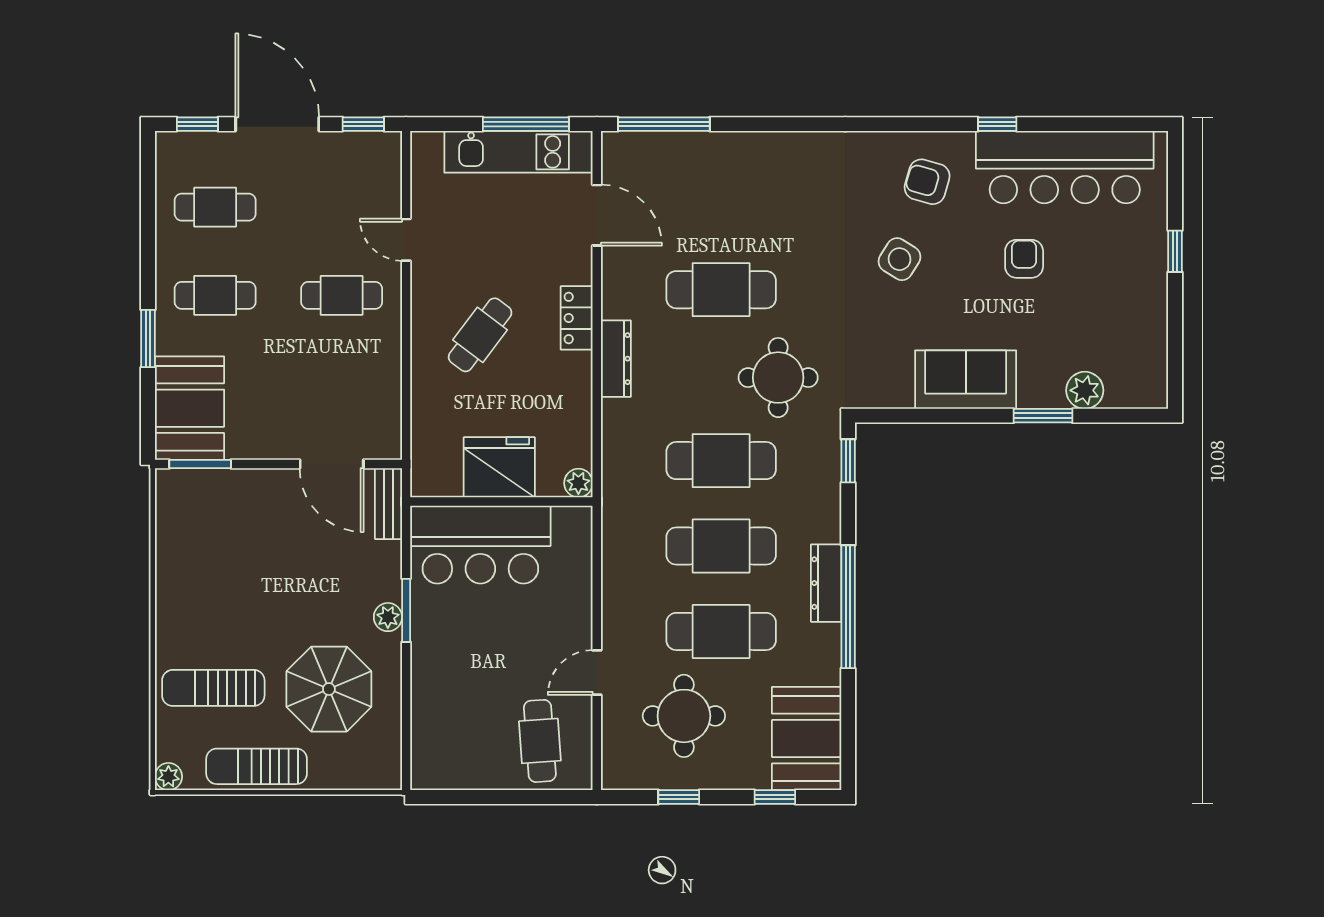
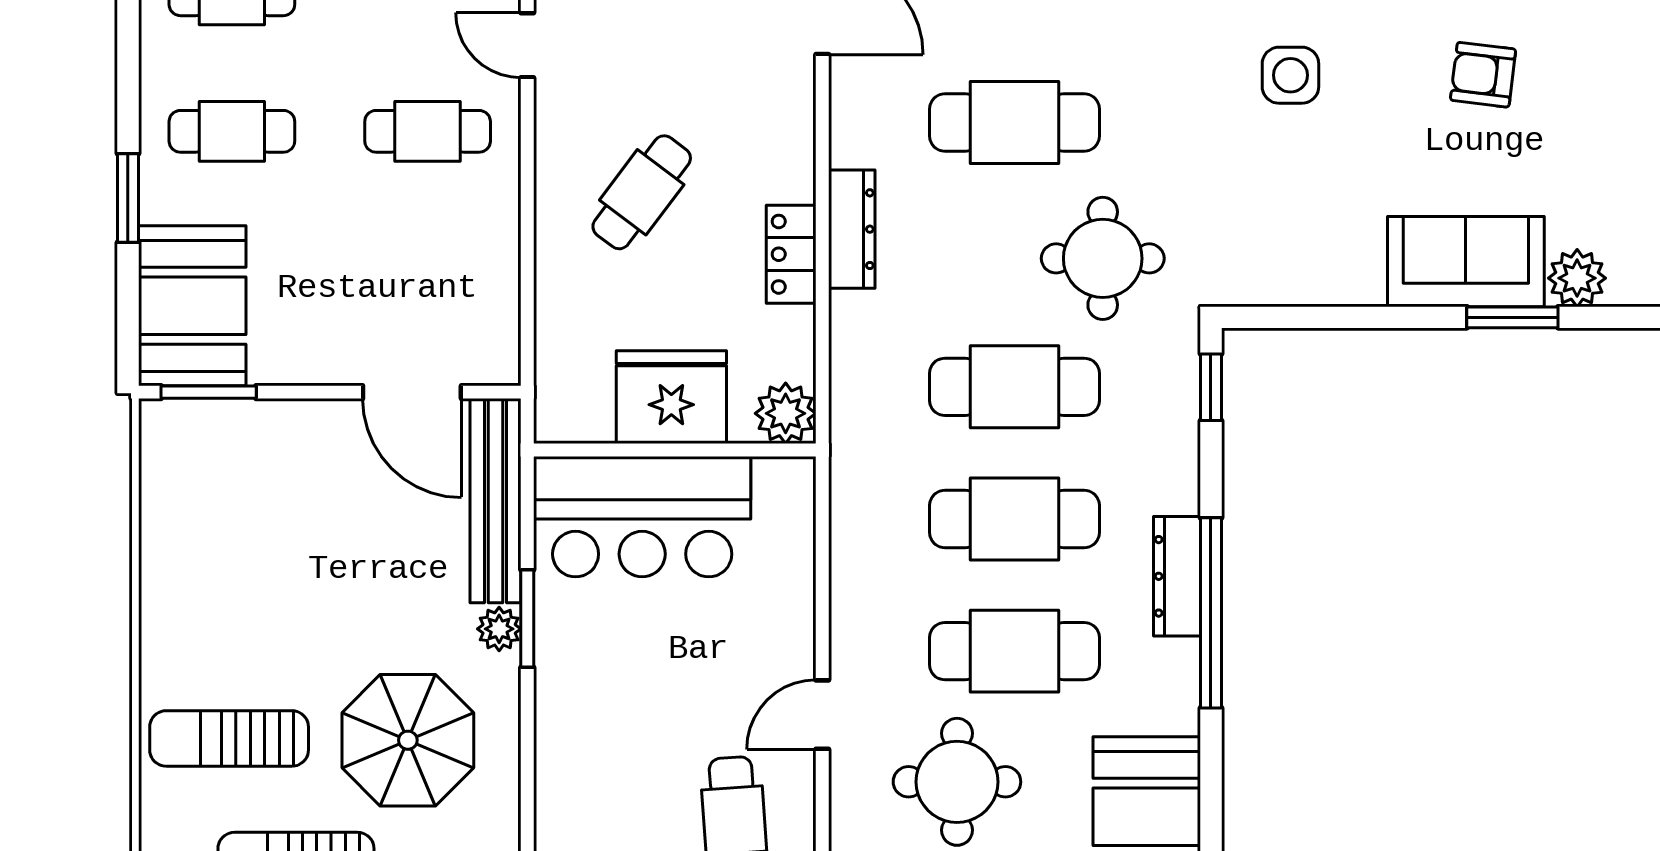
side table: (900, 259) -> (1290, 75), turned -32
armchair: (1024, 259) -> (1483, 75), turned -83
locker: (577, 318) -> (791, 254), moved
sofa: (966, 380) -> (1466, 262), moved
plant: (578, 483) -> (786, 413), width x1.38, depth x1.38
bench: (388, 504) -> (496, 501), width x1.86, depth x1.21

